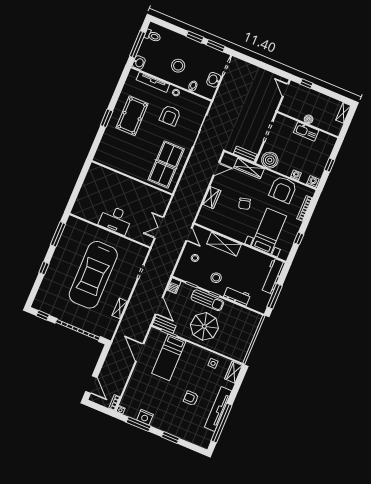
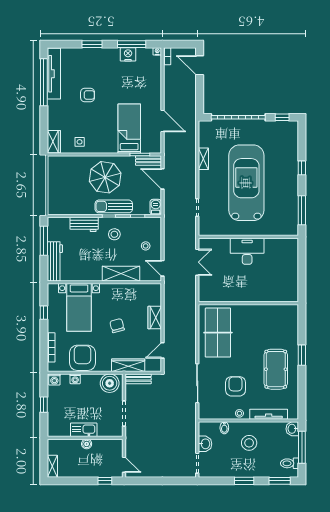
window: (216, 46) -> (280, 481), moved
tv unit: (218, 409) -> (54, 74), moved

